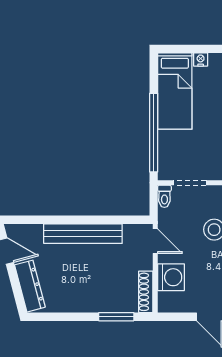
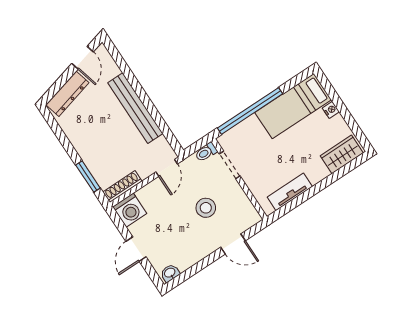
washing machine: (171, 277) -> (130, 210), moved

